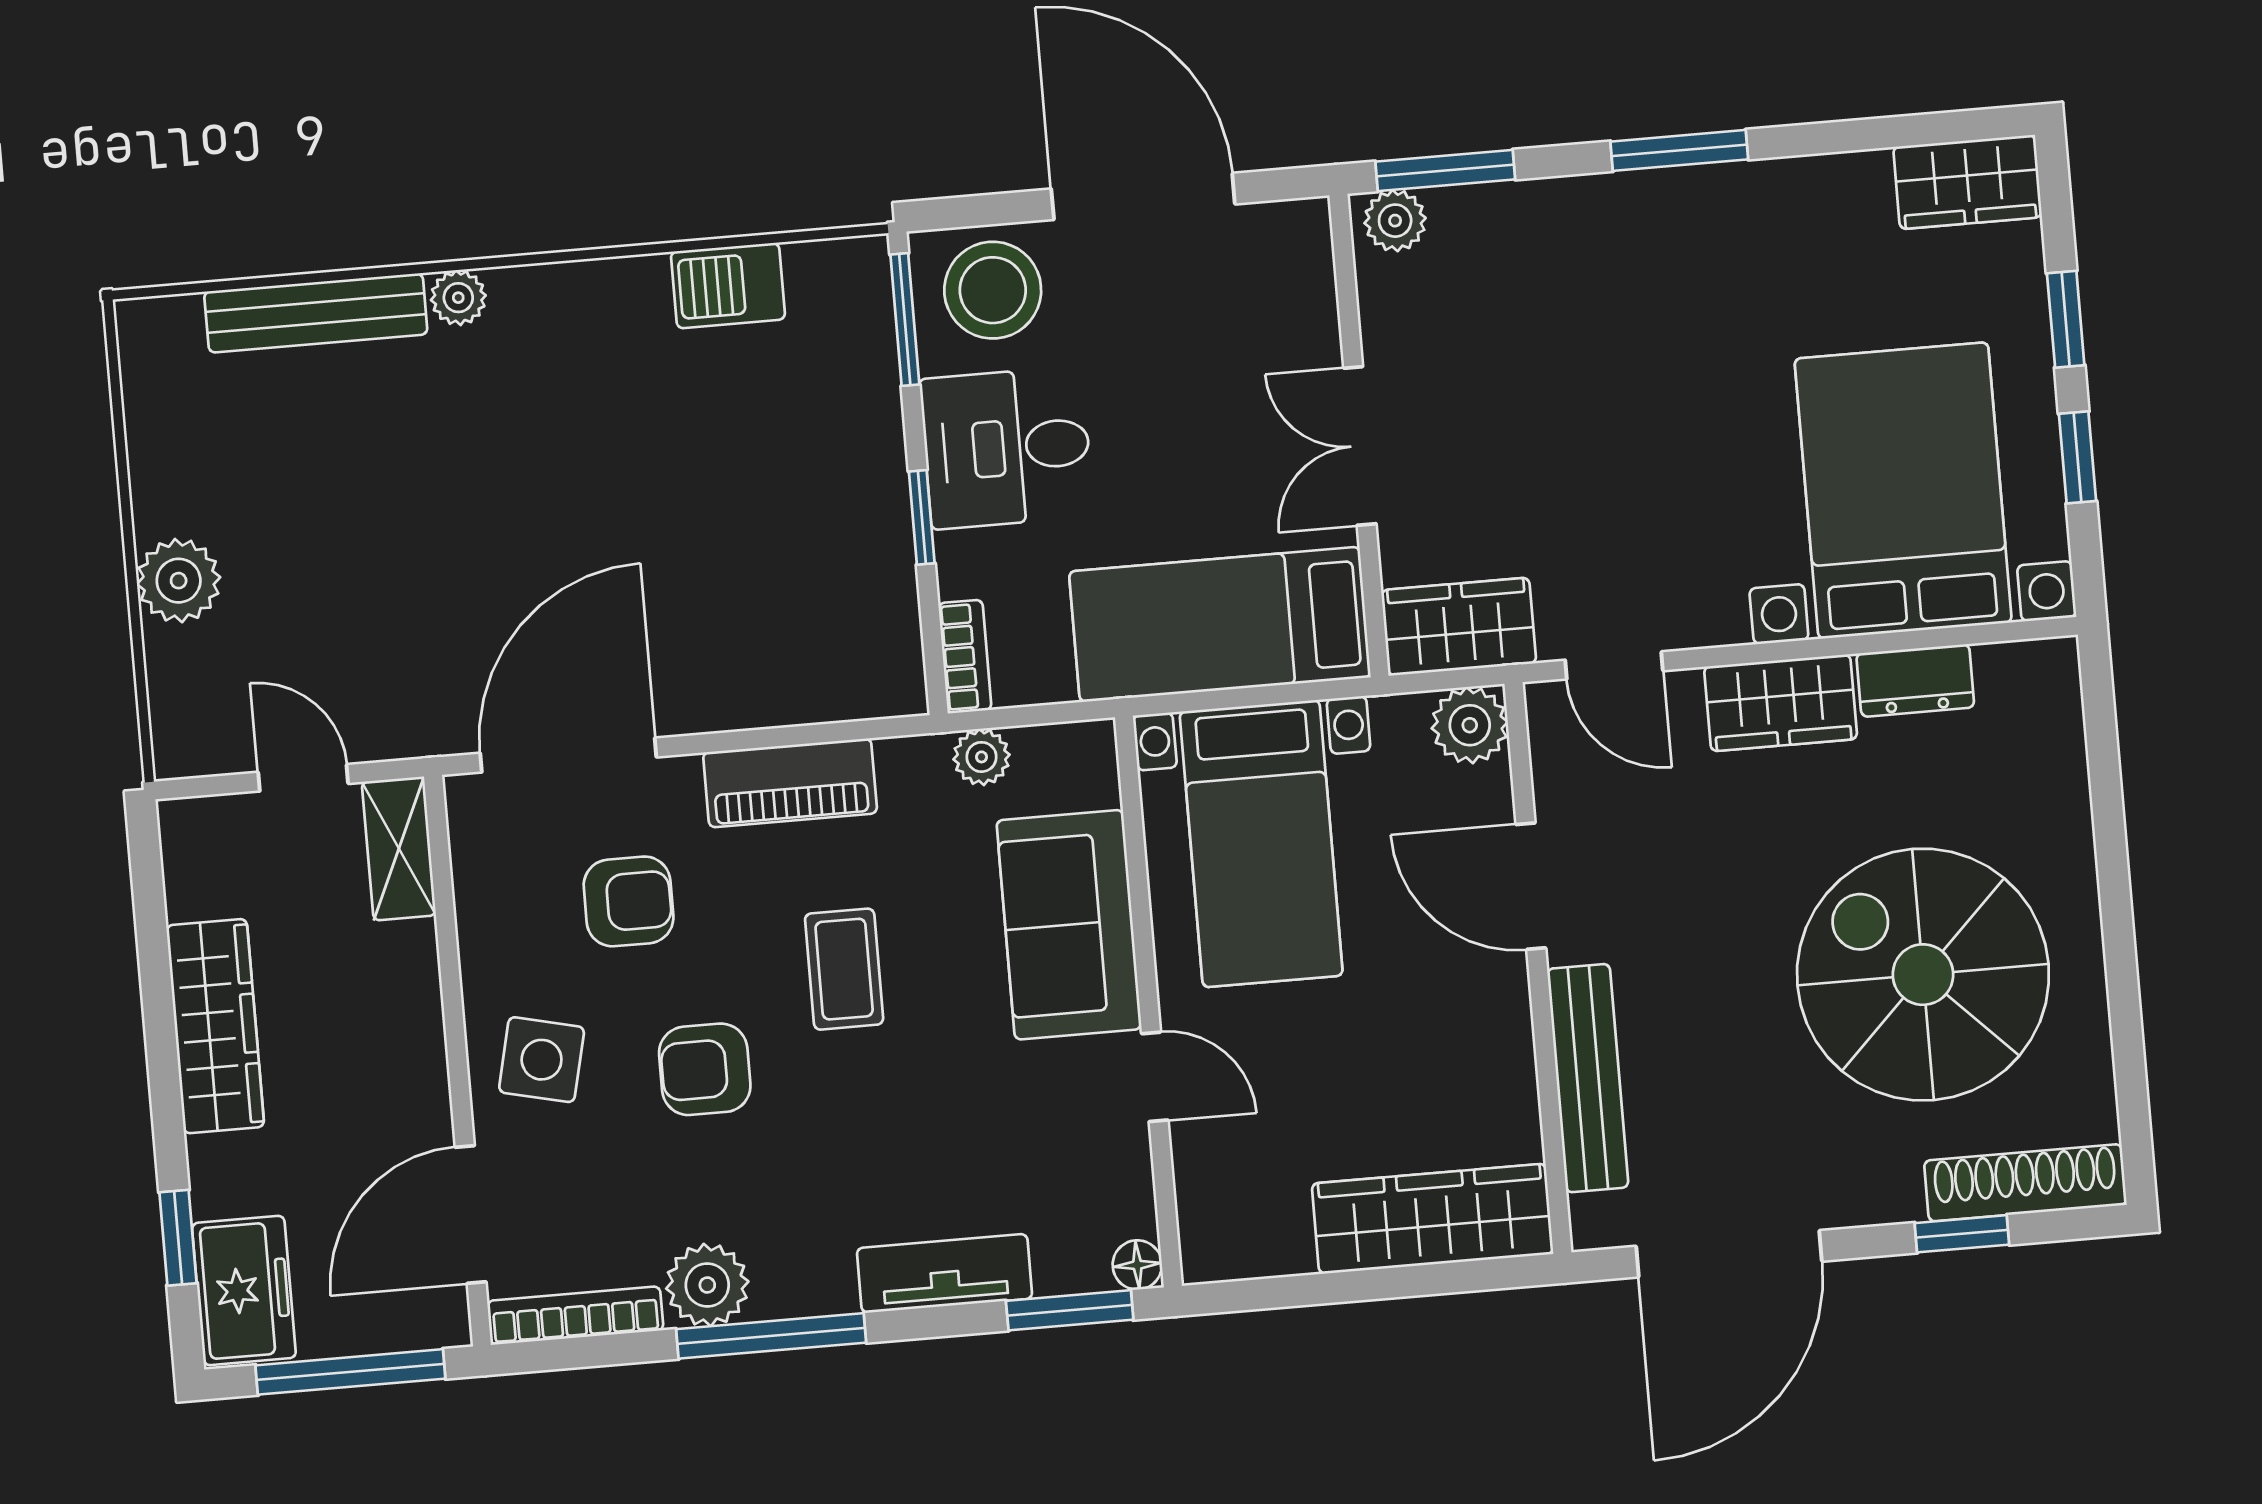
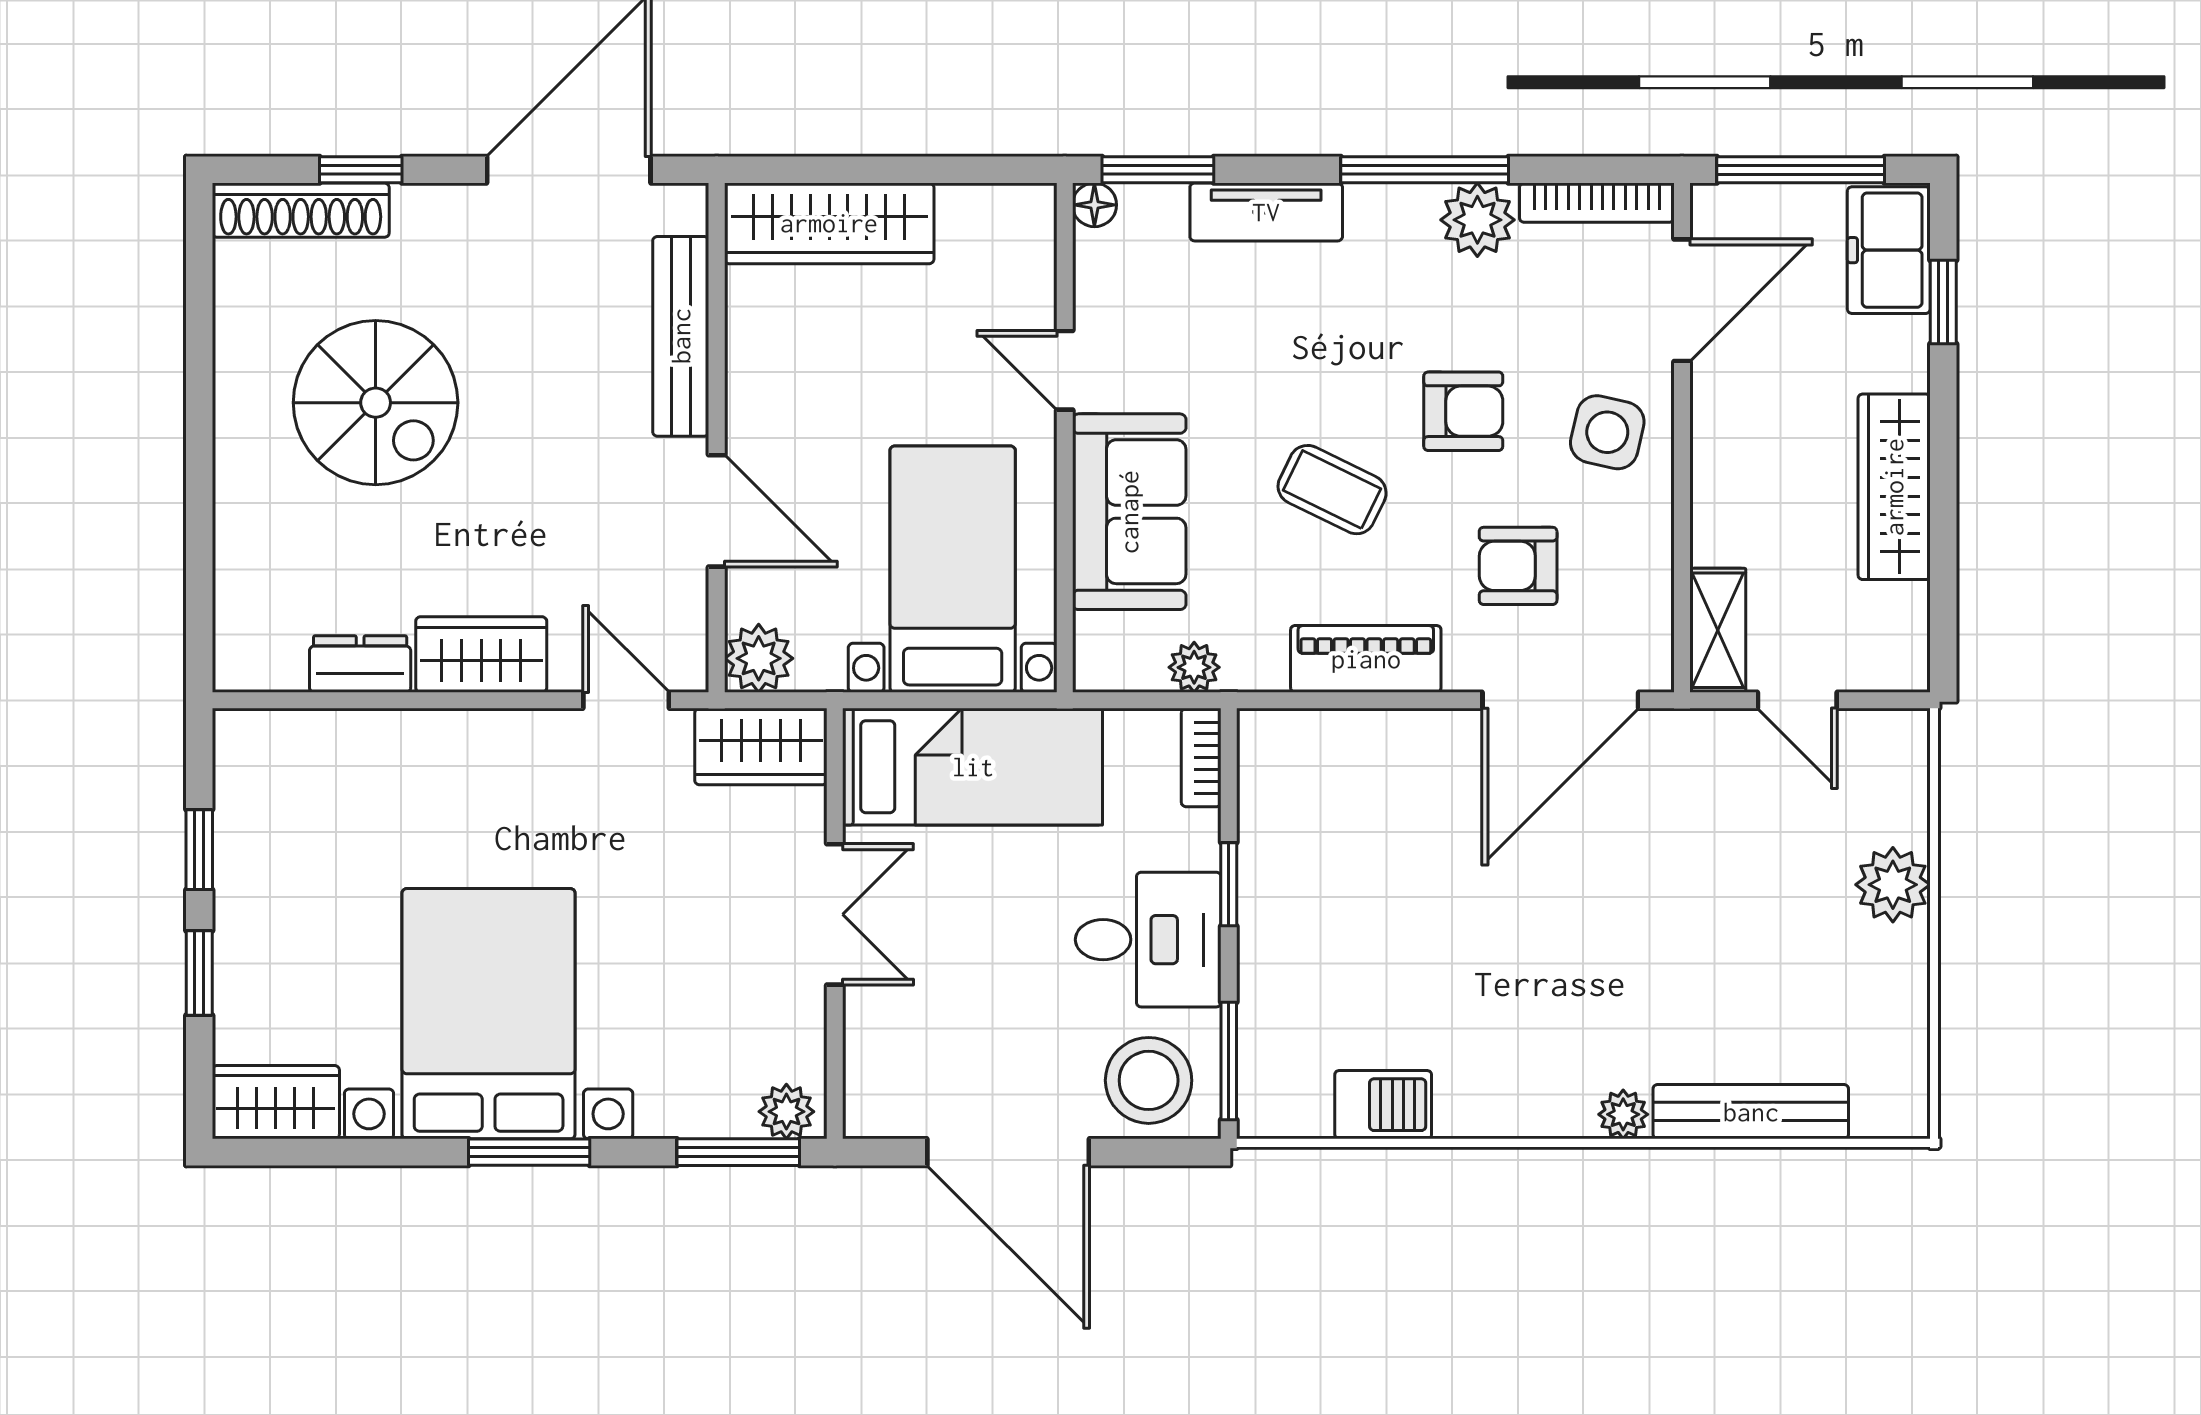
bed with nightstands: (1903, 491) -> (489, 1014), moved, turned 180
coffee table: (844, 969) -> (1332, 490), turned -64
spiral stairs: (1923, 975) -> (376, 403), width x0.73, depth x0.73

